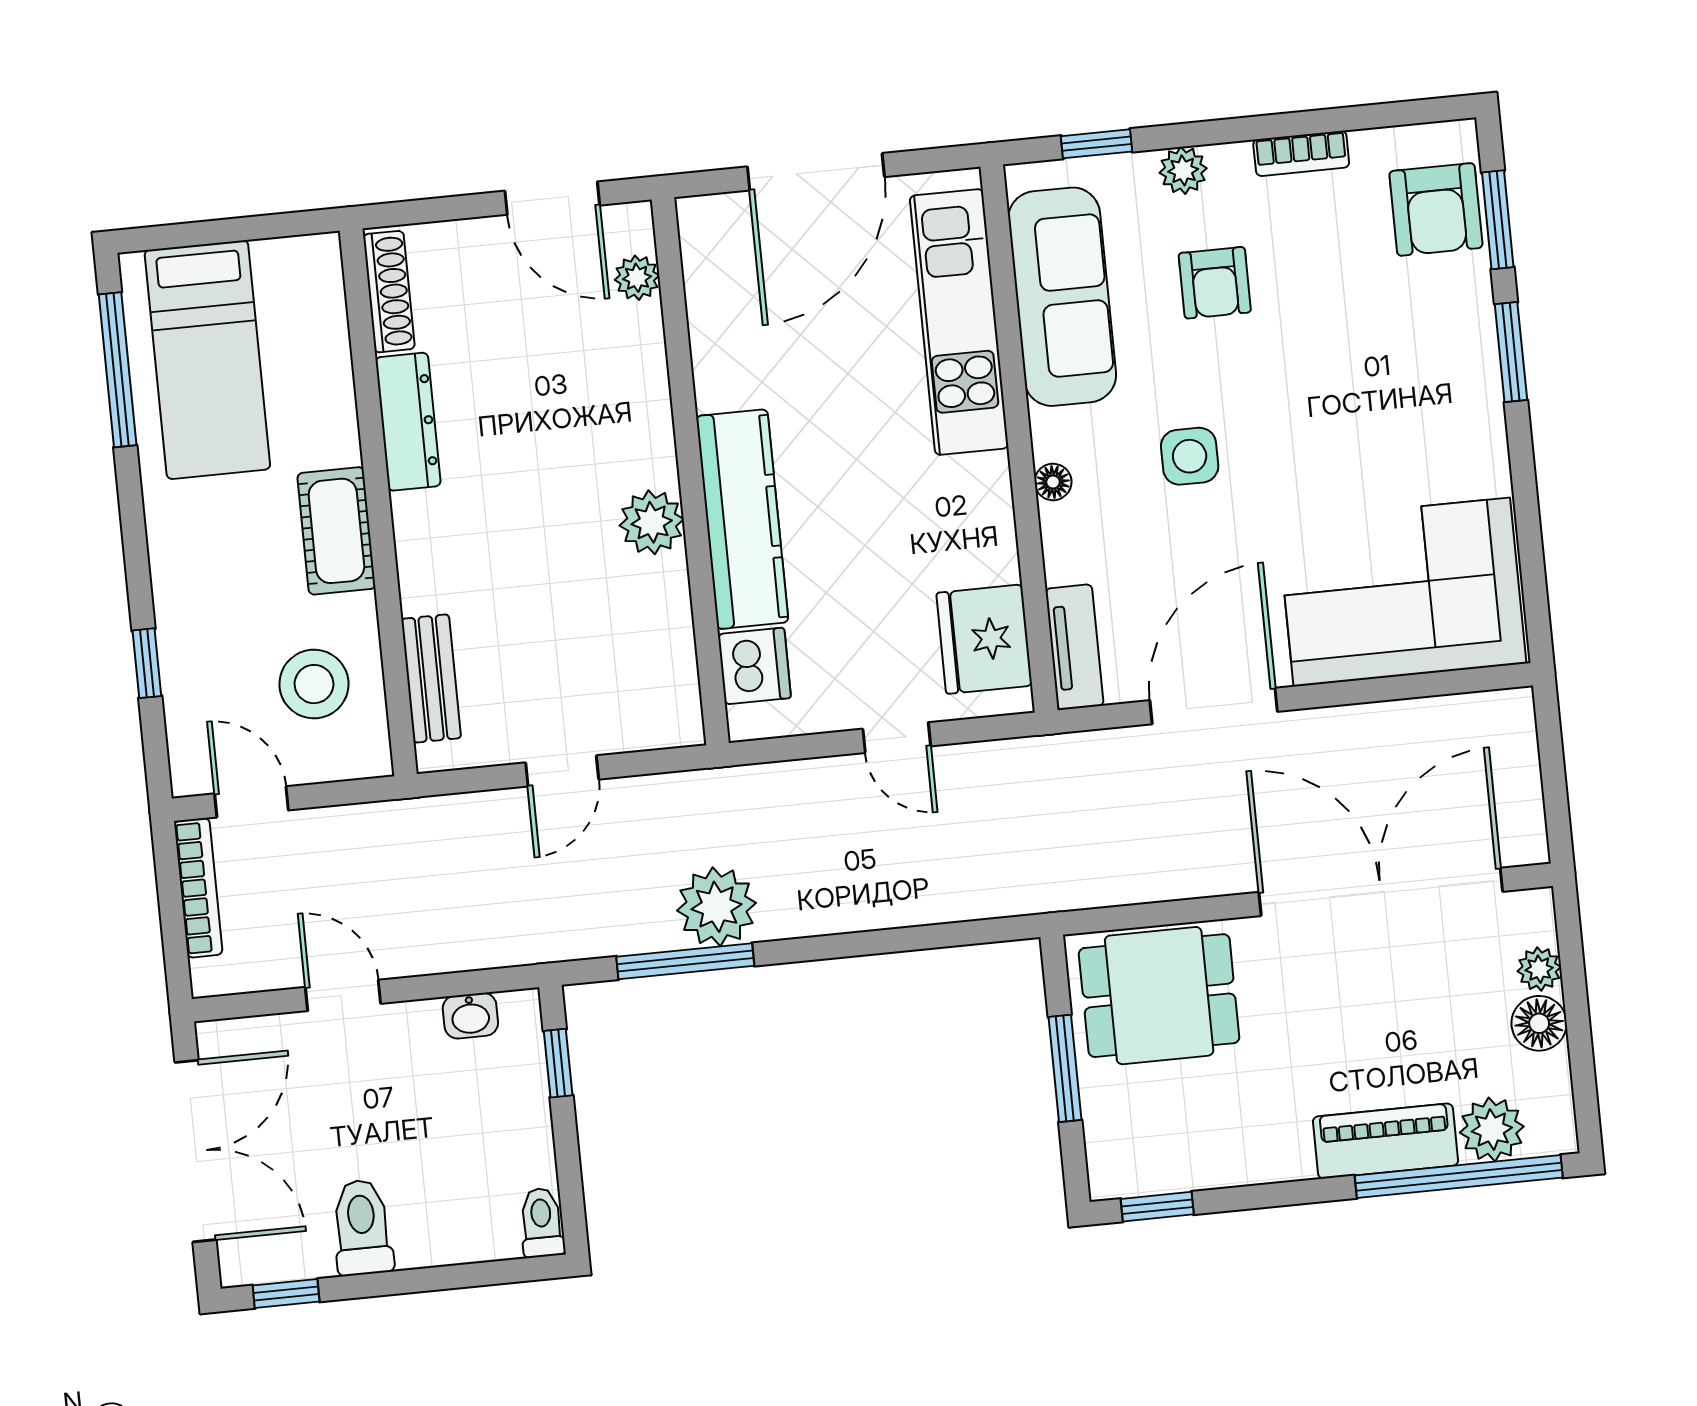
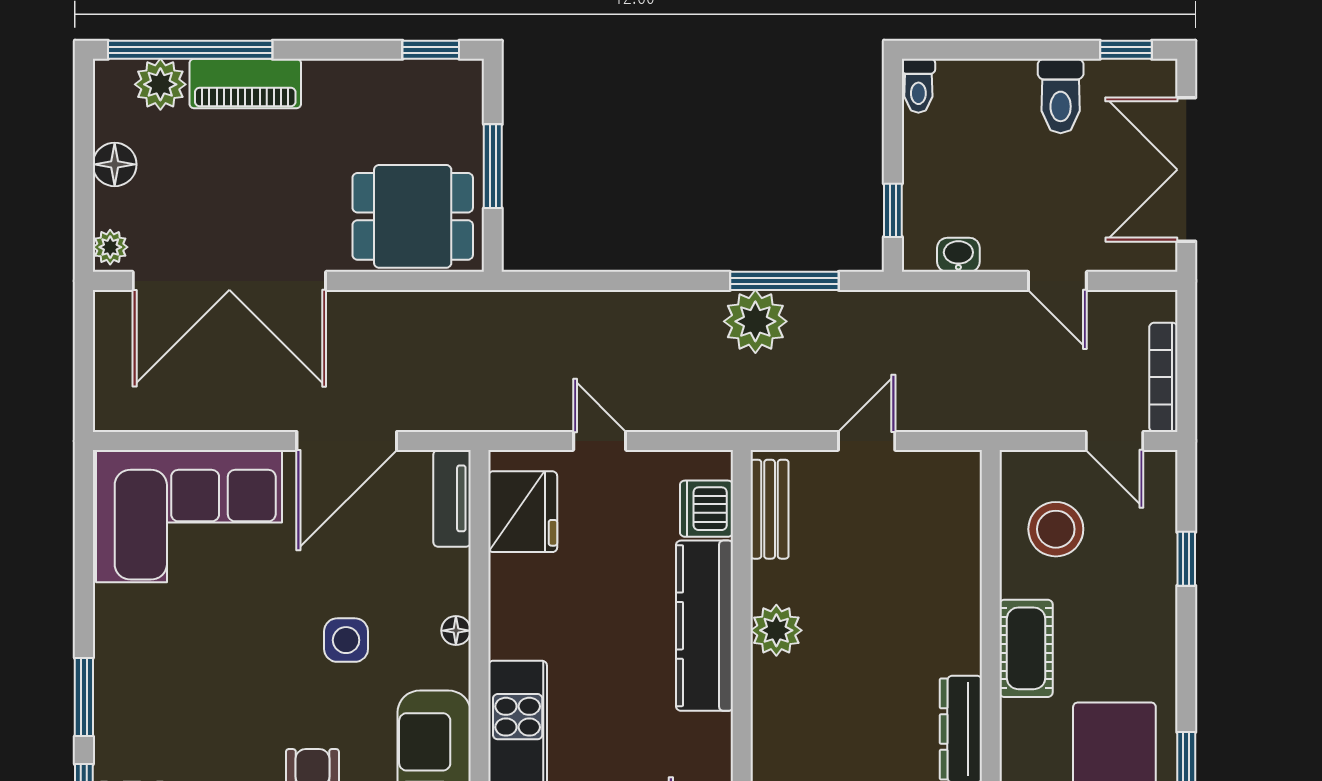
bench: (431, 678) -> (770, 509), moved
plant: (1539, 969) -> (110, 247), moved

